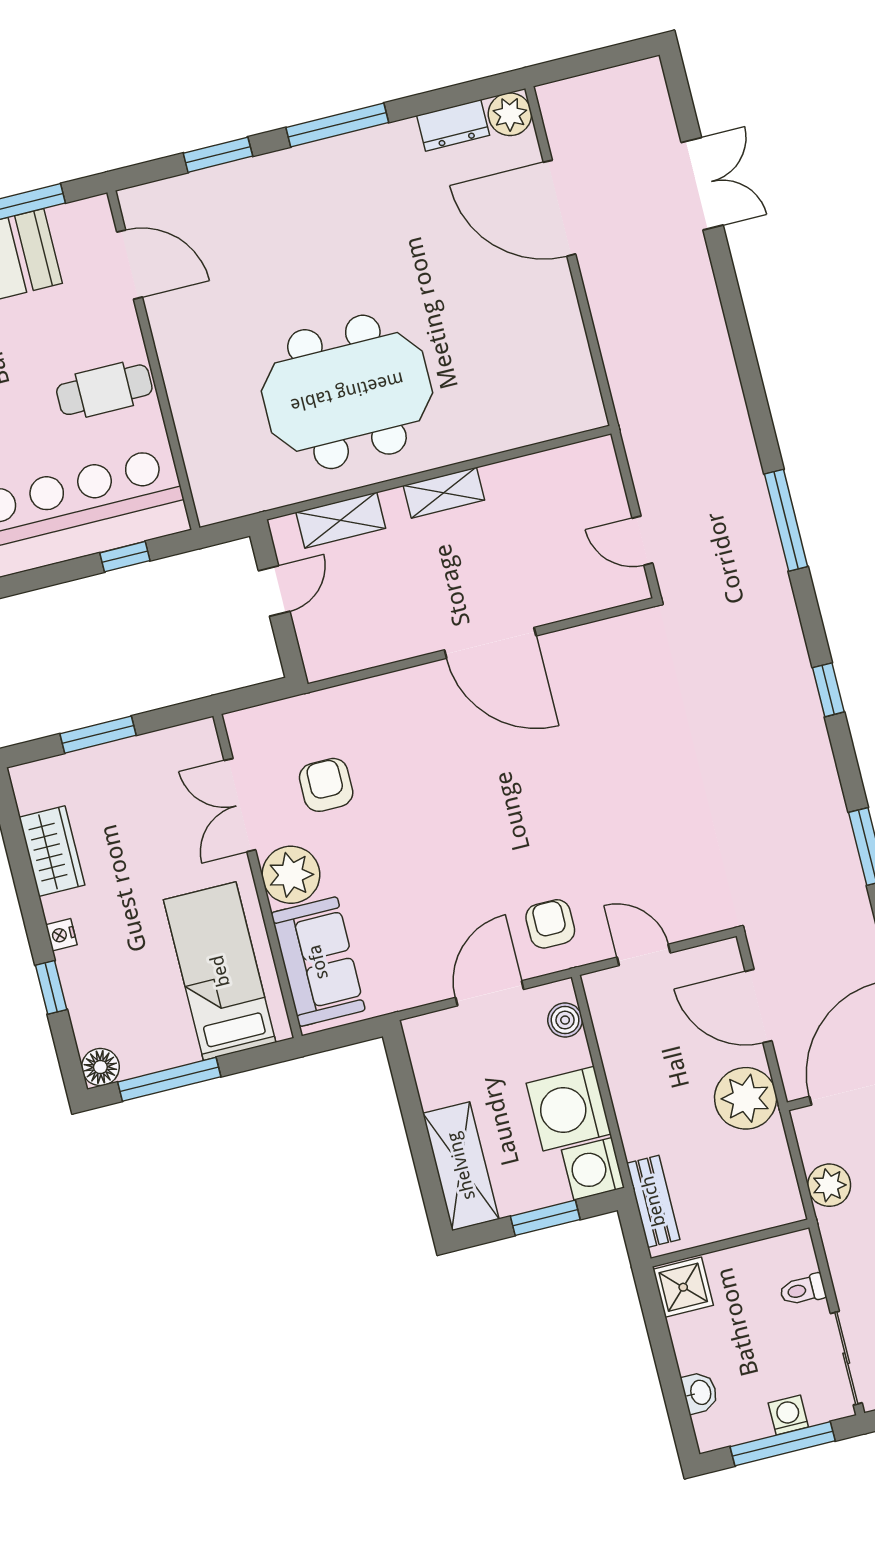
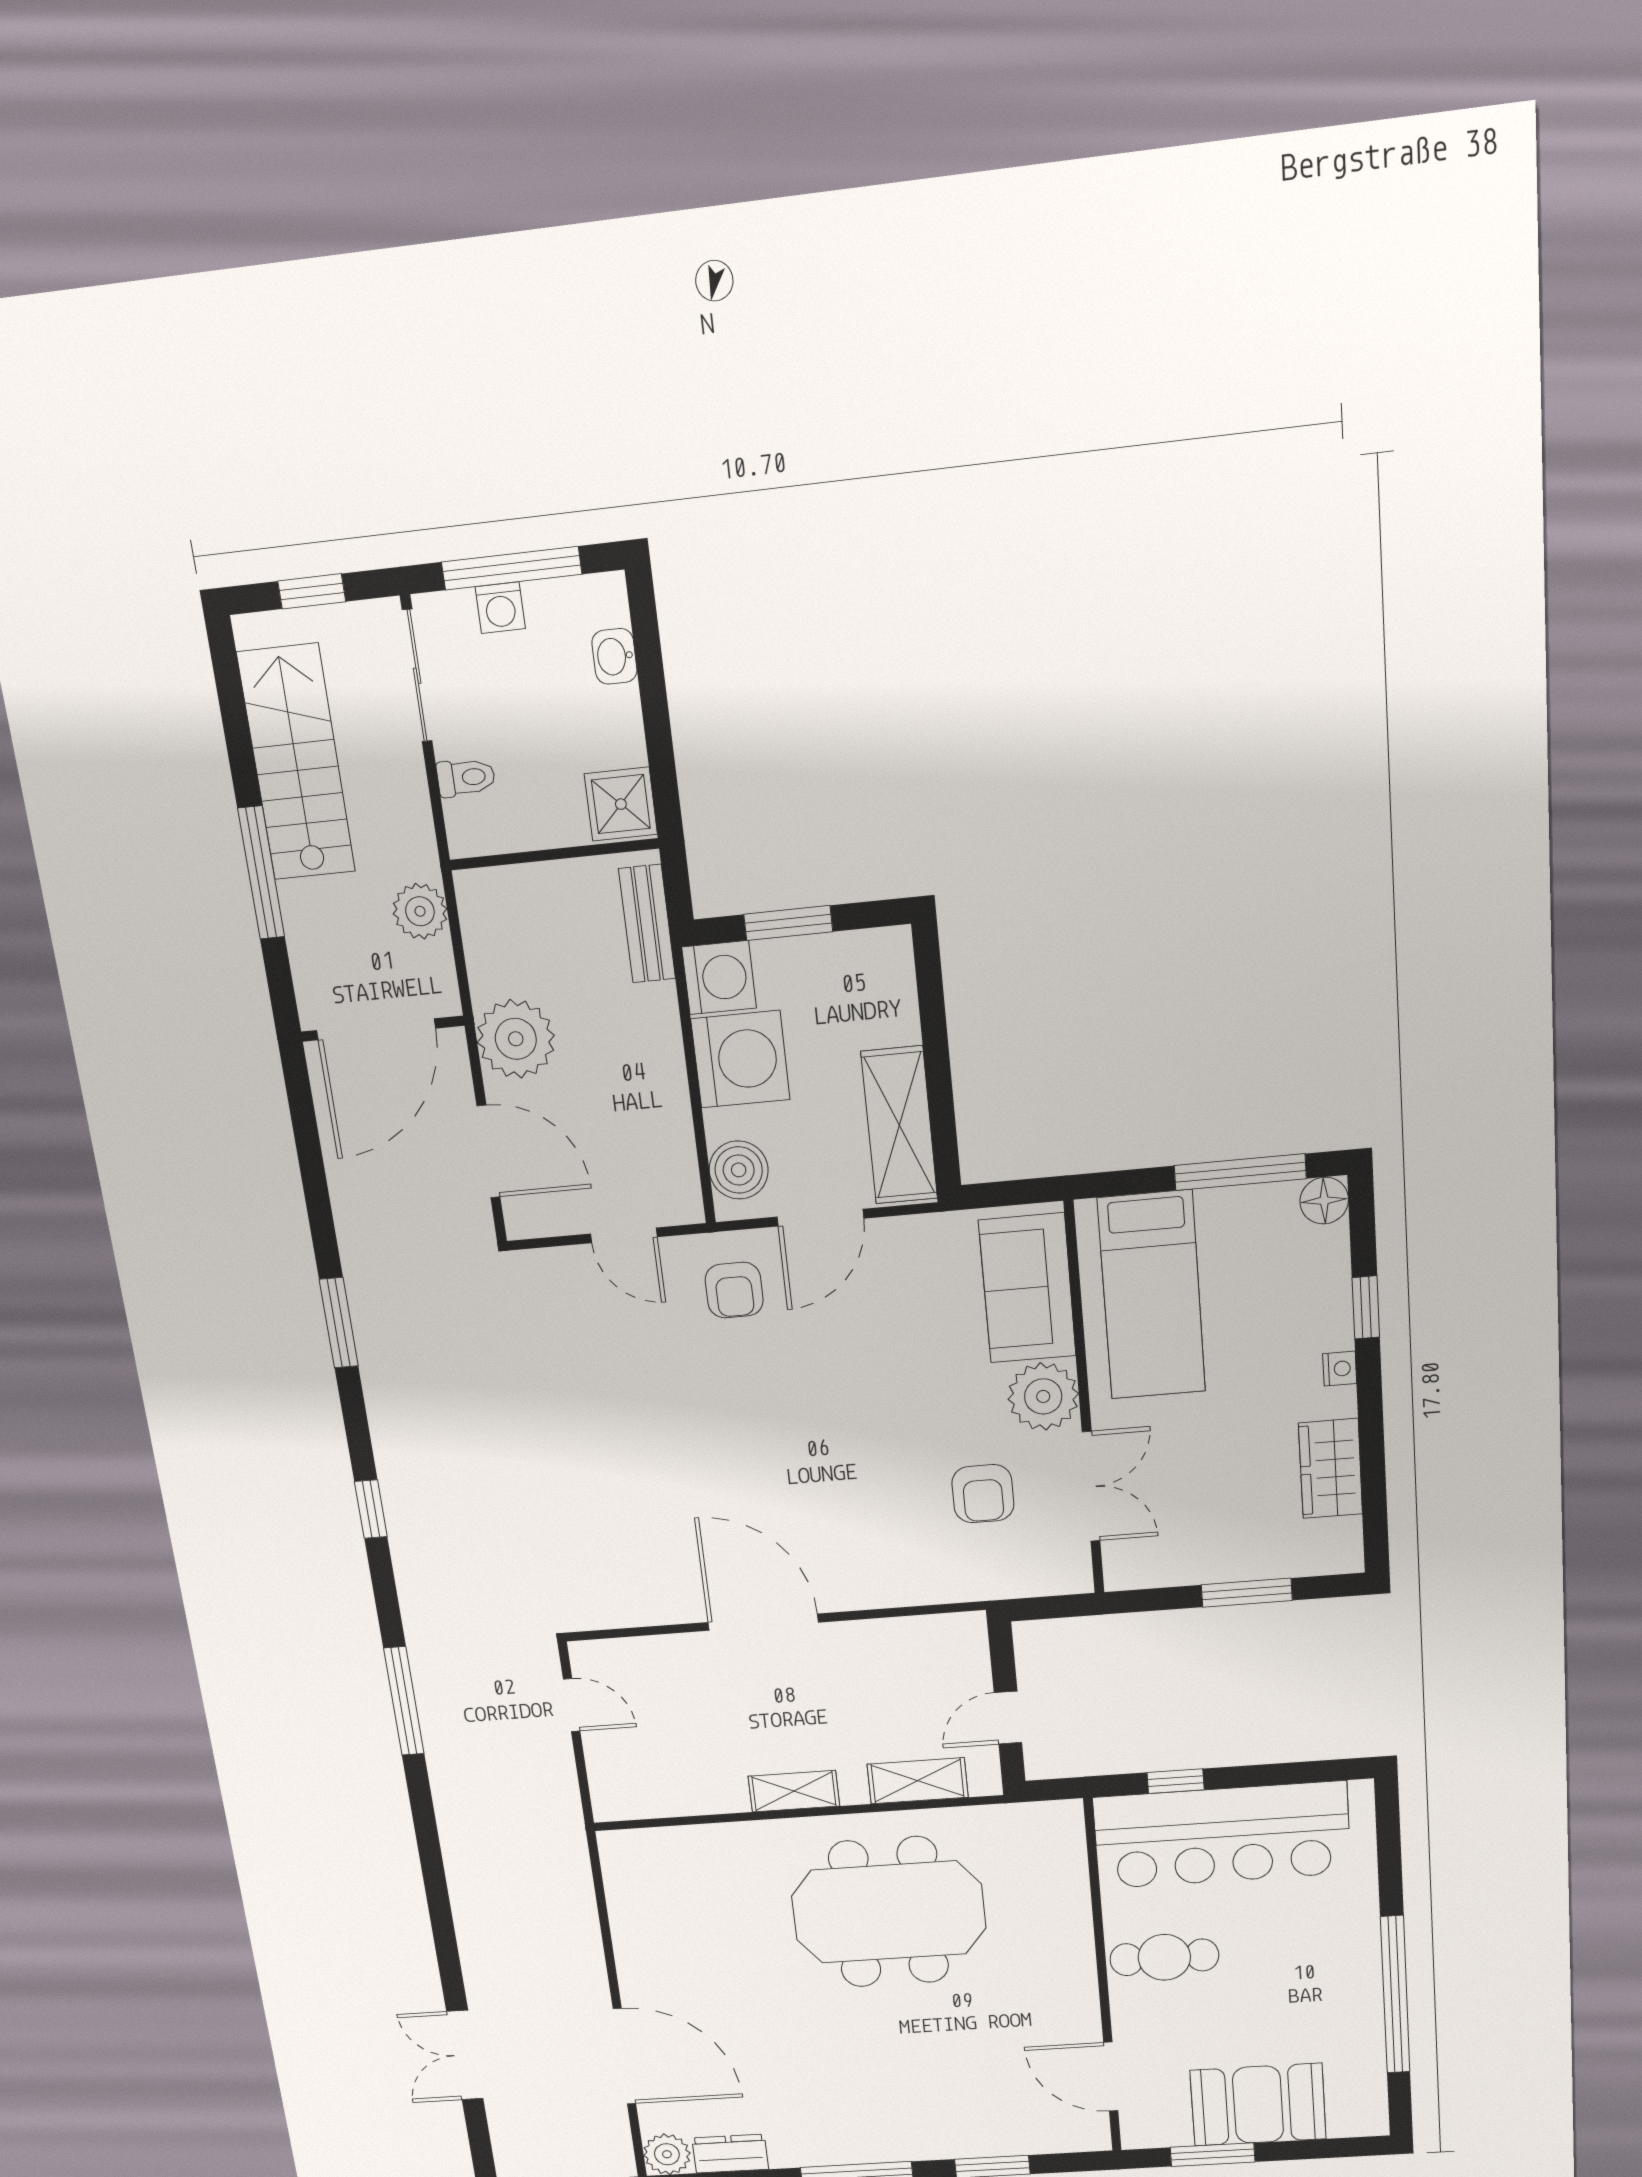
boiler: (565, 1020) -> (739, 1170), width x1.36, depth x1.36
shelving: (461, 1166) -> (899, 1125), moved

